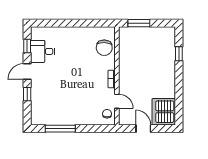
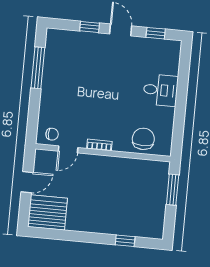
chair: (104, 48) -> (143, 139), turned 87
desk: (43, 51) -> (161, 90), moved, turned 90

